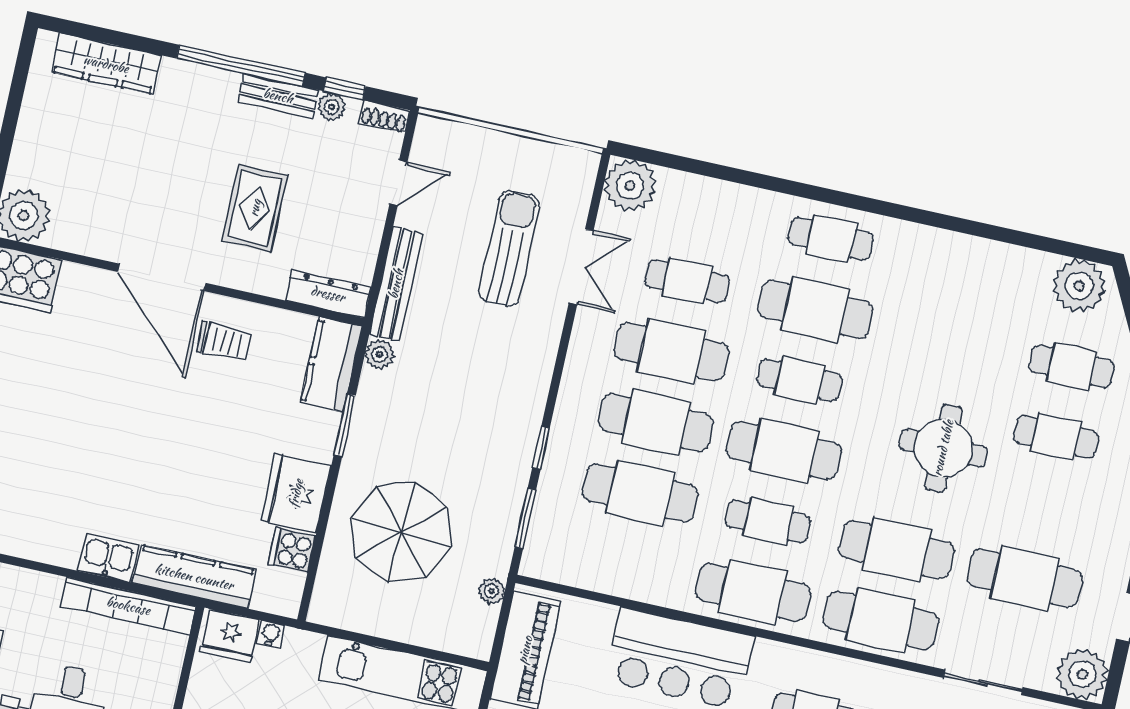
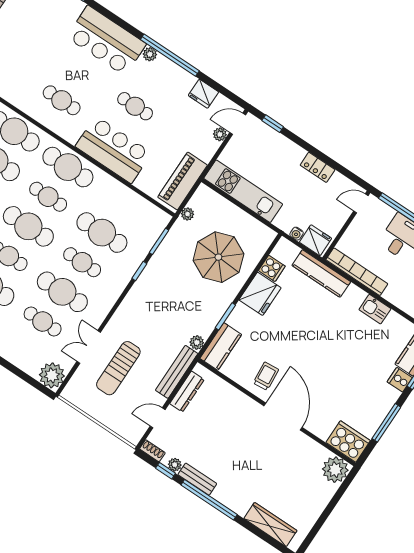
rug: (255, 208) -> (228, 432), removed
dresser: (328, 294) -> (187, 392), moved, turned -90
trolley: (224, 341) -> (266, 376), turned 85
cafe table: (656, 422) -> (82, 262), width x0.73, depth x0.74
kitchen sink: (108, 558) -> (375, 309), moved

